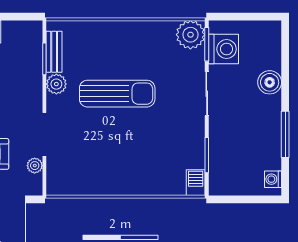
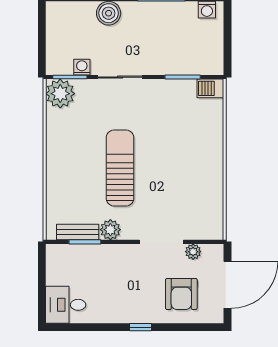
washing machine: (224, 49) -> (82, 67), width x0.53, depth x0.53

